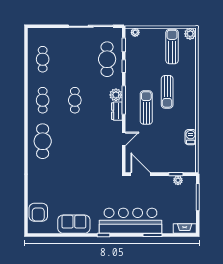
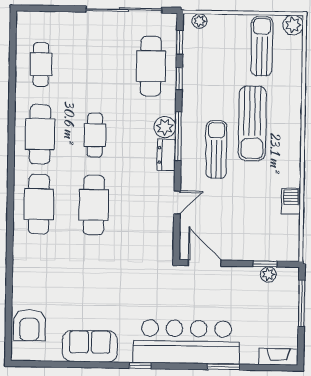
sun lounger: (167, 92) -> (252, 123), width x1.36, depth x1.34
cafe table: (43, 100) -> (40, 134), width x1.37, depth x1.35
cafe table: (75, 141) -> (94, 205), added

